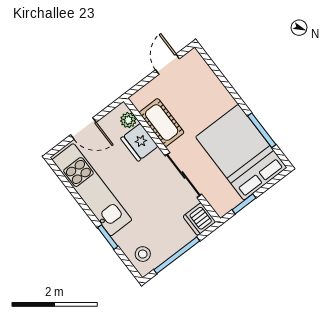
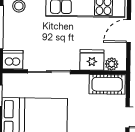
cot: (162, 123) -> (107, 84), moved

